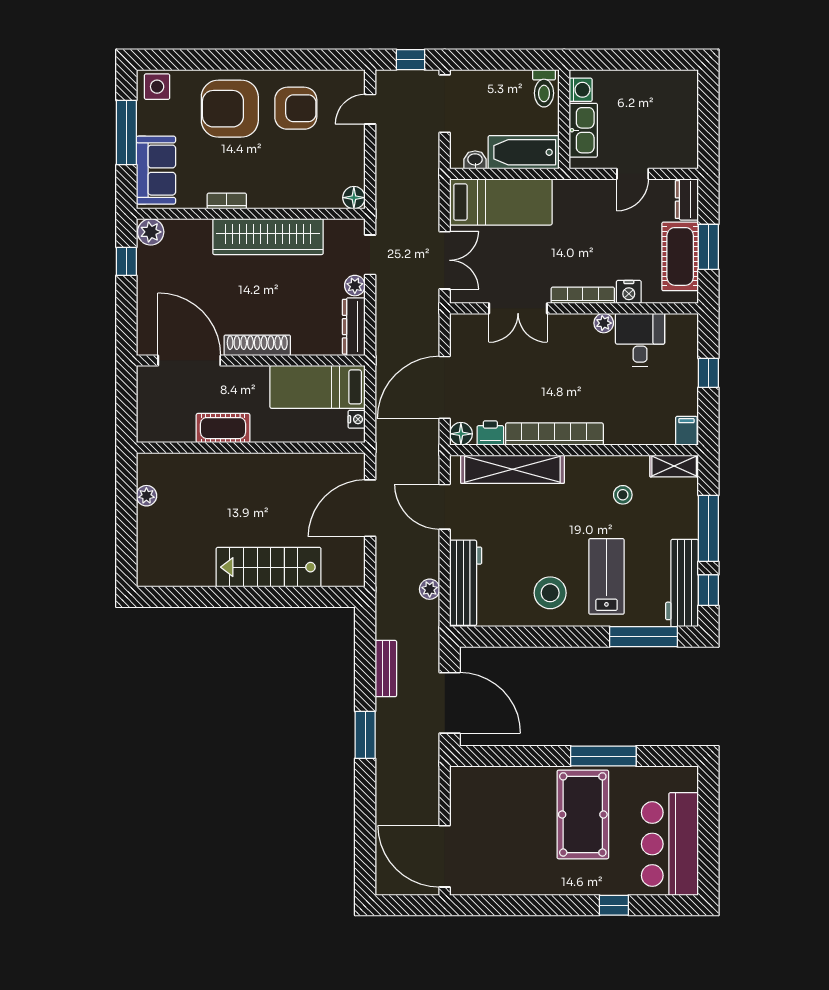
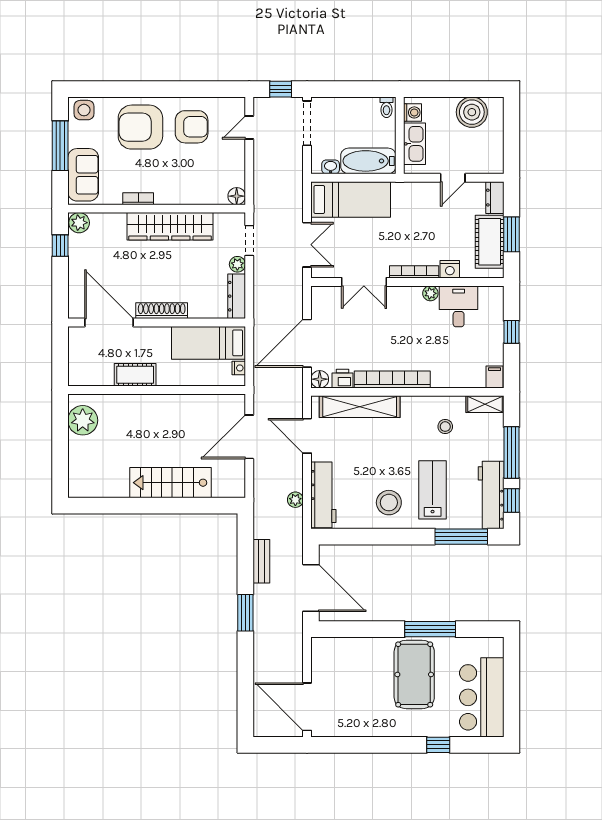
toilet: (544, 88) -> (386, 107), width x0.73, depth x0.72
boiler: (657, 89) -> (472, 112), added
plant: (146, 496) -> (83, 420), width x1.87, depth x1.87

